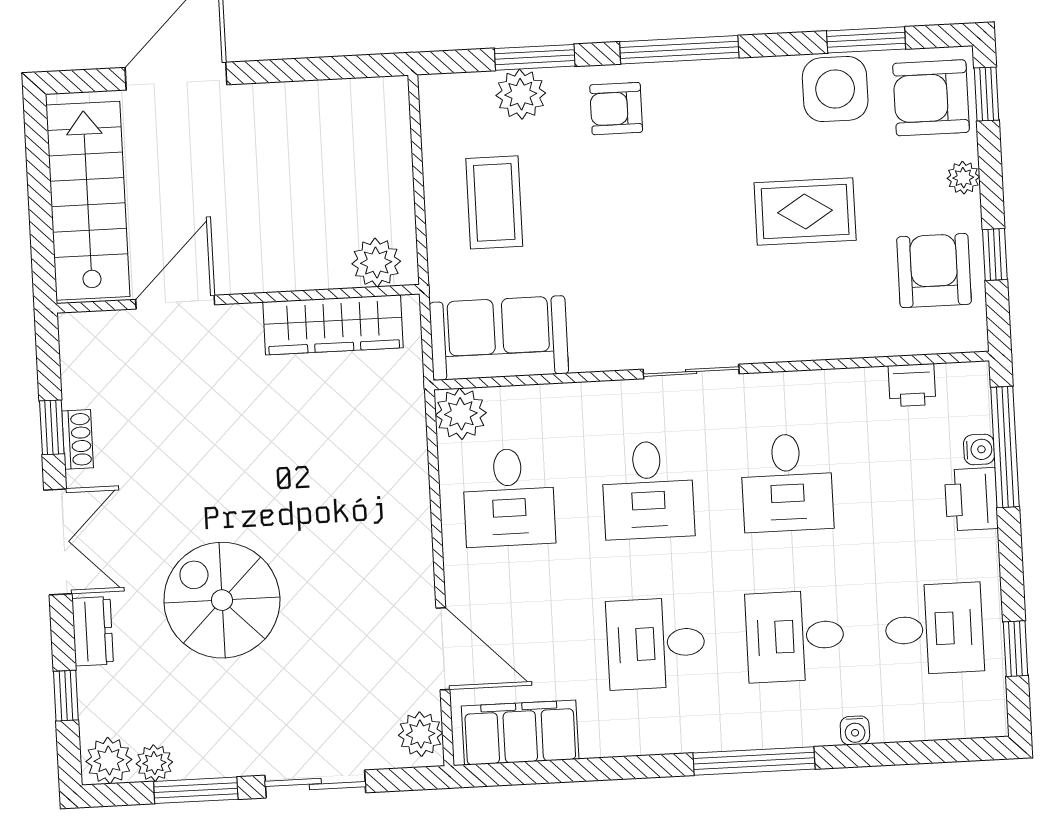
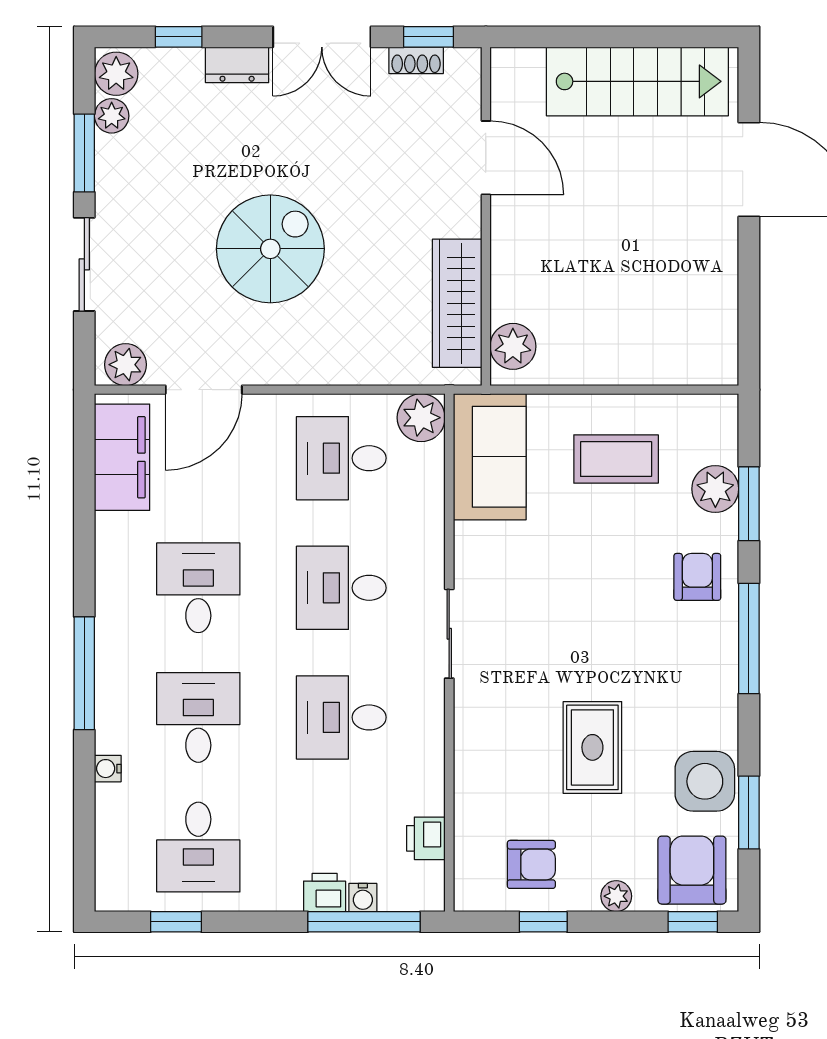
plant: (376, 262) -> (513, 346), moved
armchair: (934, 271) -> (531, 864), width x0.72, depth x0.72
wall: (238, 299) -> (486, 216), moved
door: (175, 302) -> (486, 158), moved
wardrobe: (333, 325) -> (457, 303), moved
printer: (971, 499) -> (325, 893), width x0.73, depth x0.81
spiral stairs: (222, 600) -> (270, 249), moved

